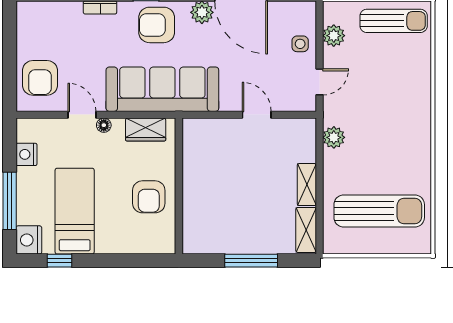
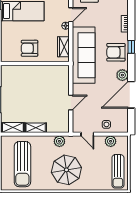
armchair: (157, 25) -> (116, 52), turned -90
parasol: (391, 123) -> (66, 170), added

